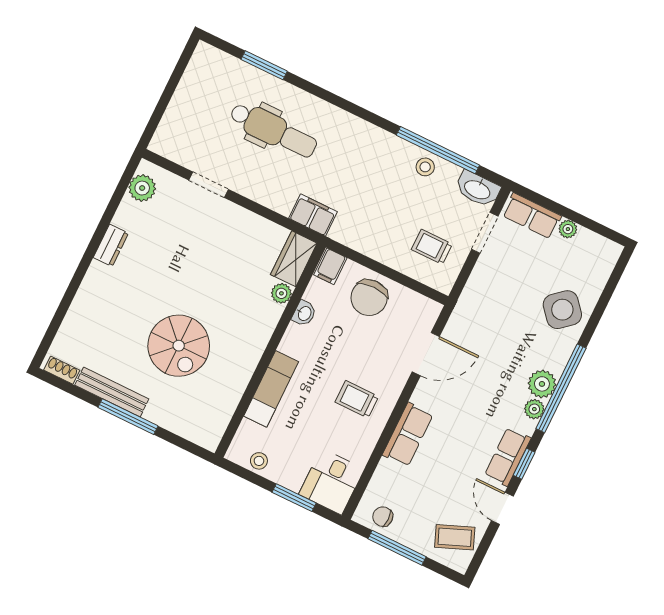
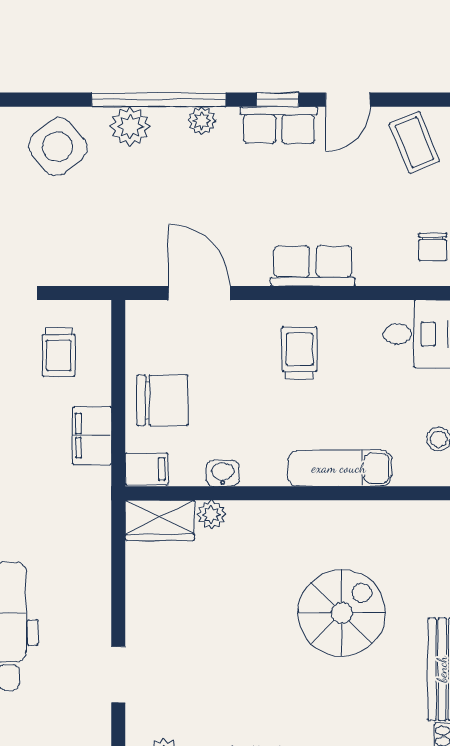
filing cabinet: (313, 215) -> (92, 436), moved
plant: (542, 384) -> (130, 126), moved
trolley: (357, 399) -> (299, 353), turned 180

